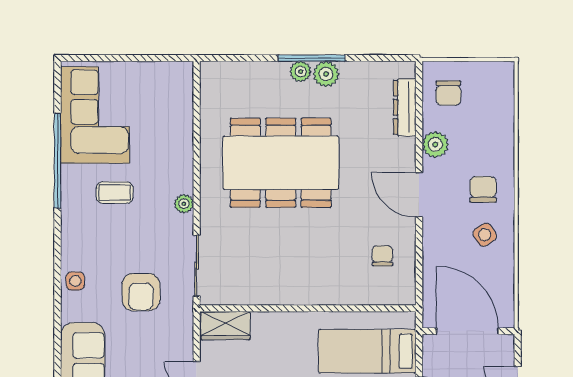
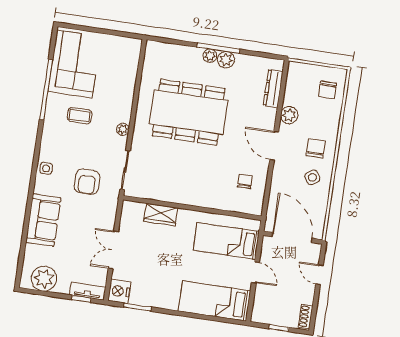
chair: (448, 93) -> (327, 90), moved
wardrobe: (226, 326) -> (161, 214), moved

